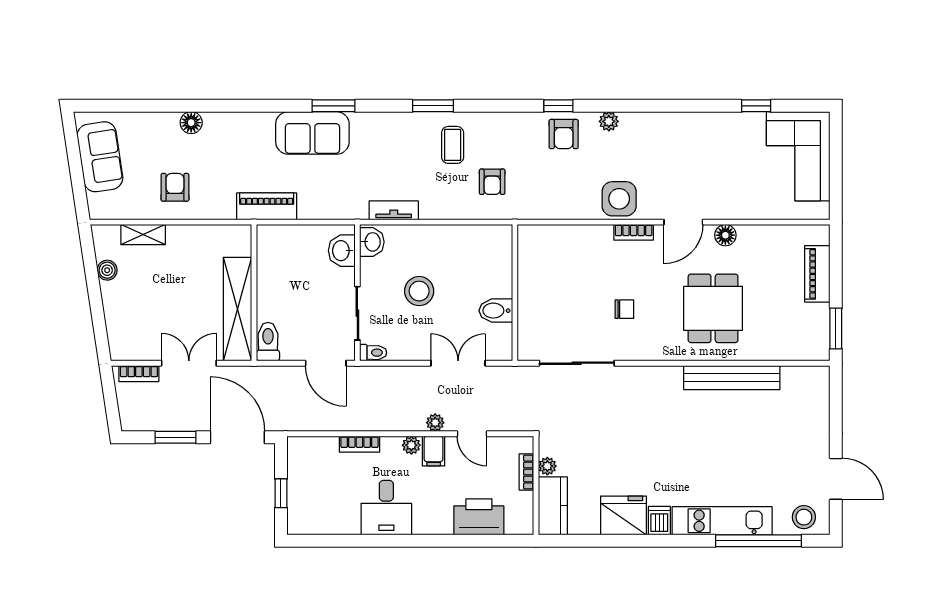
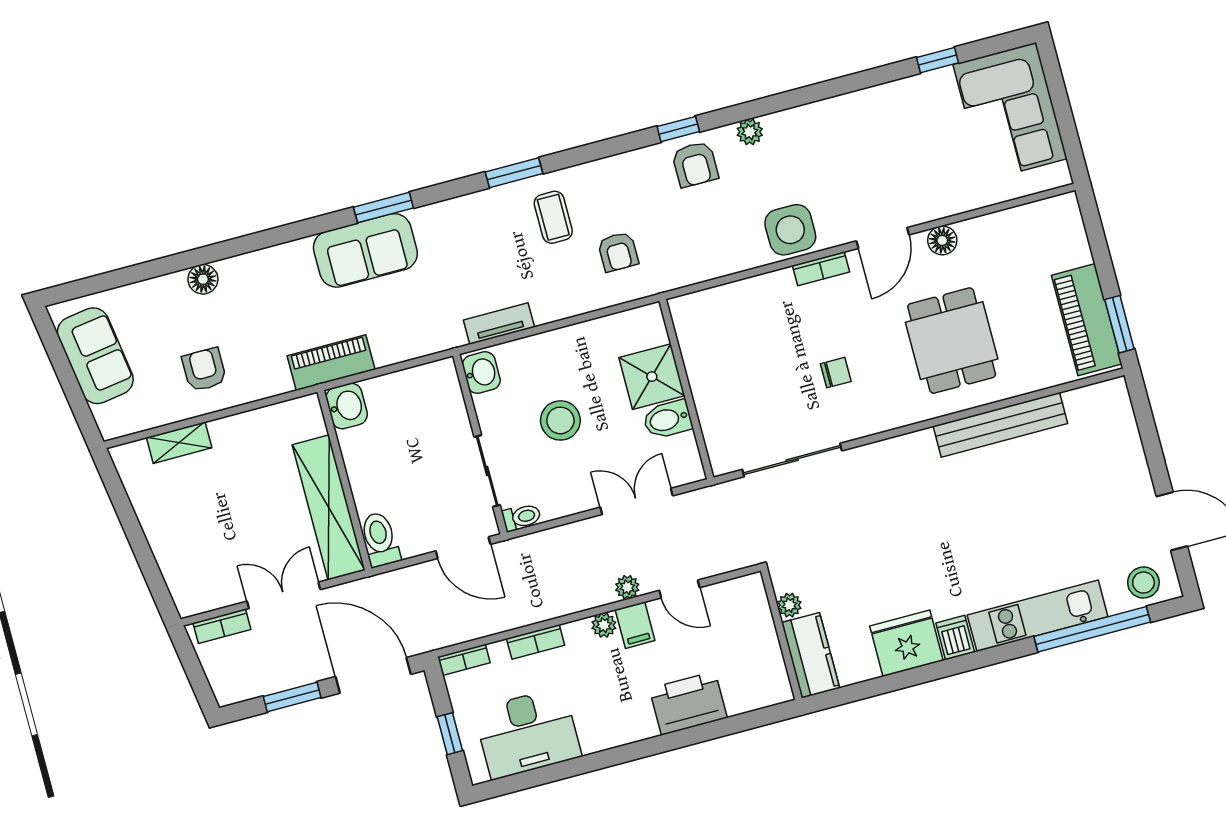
washbasin: (342, 251) -> (347, 406), moved, turned 180
boiler: (107, 270) -> (144, 502), removed
piano: (817, 274) -> (1087, 320), moved, width x1.37, depth x1.33
shower: (493, 277) -> (652, 377), added
bookcase: (526, 472) -> (464, 660), moved, turned -90
desk: (386, 508) -> (527, 733), moved, width x1.37
printer: (479, 517) -> (688, 703), moved

